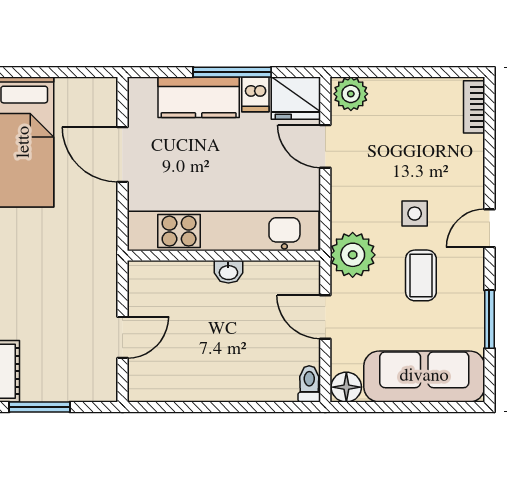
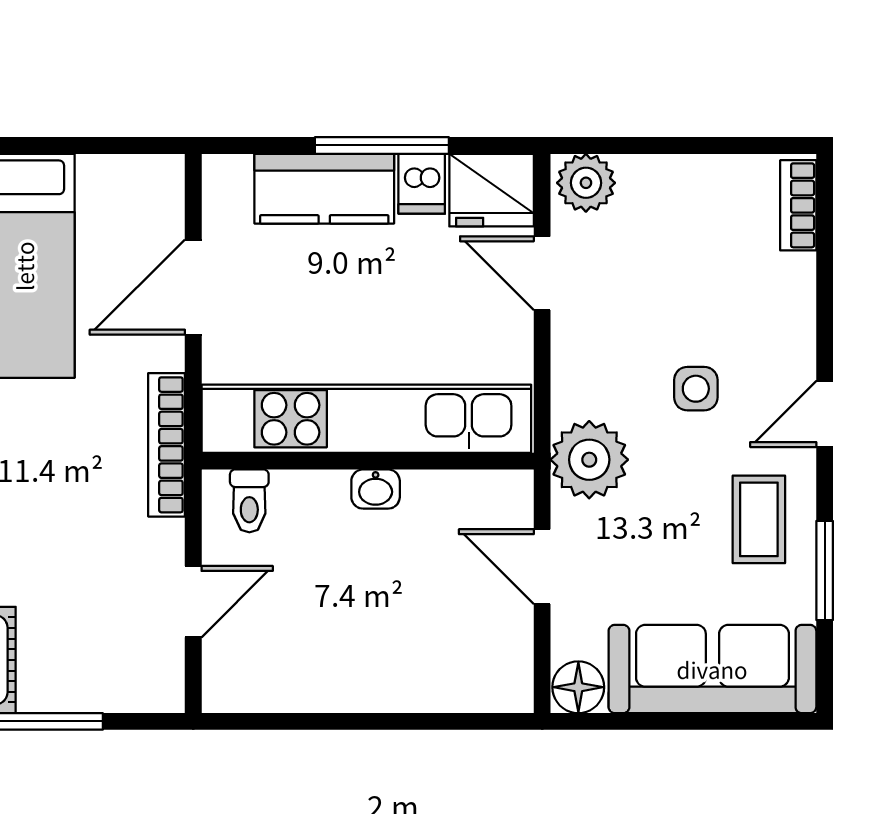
door: (122, 154) -> (193, 287), hinge flipped
bookcase: (107, 246) -> (167, 445), added
coffee table: (421, 275) -> (759, 519), moved
toilet: (309, 384) -> (249, 501), moved, turned 180

